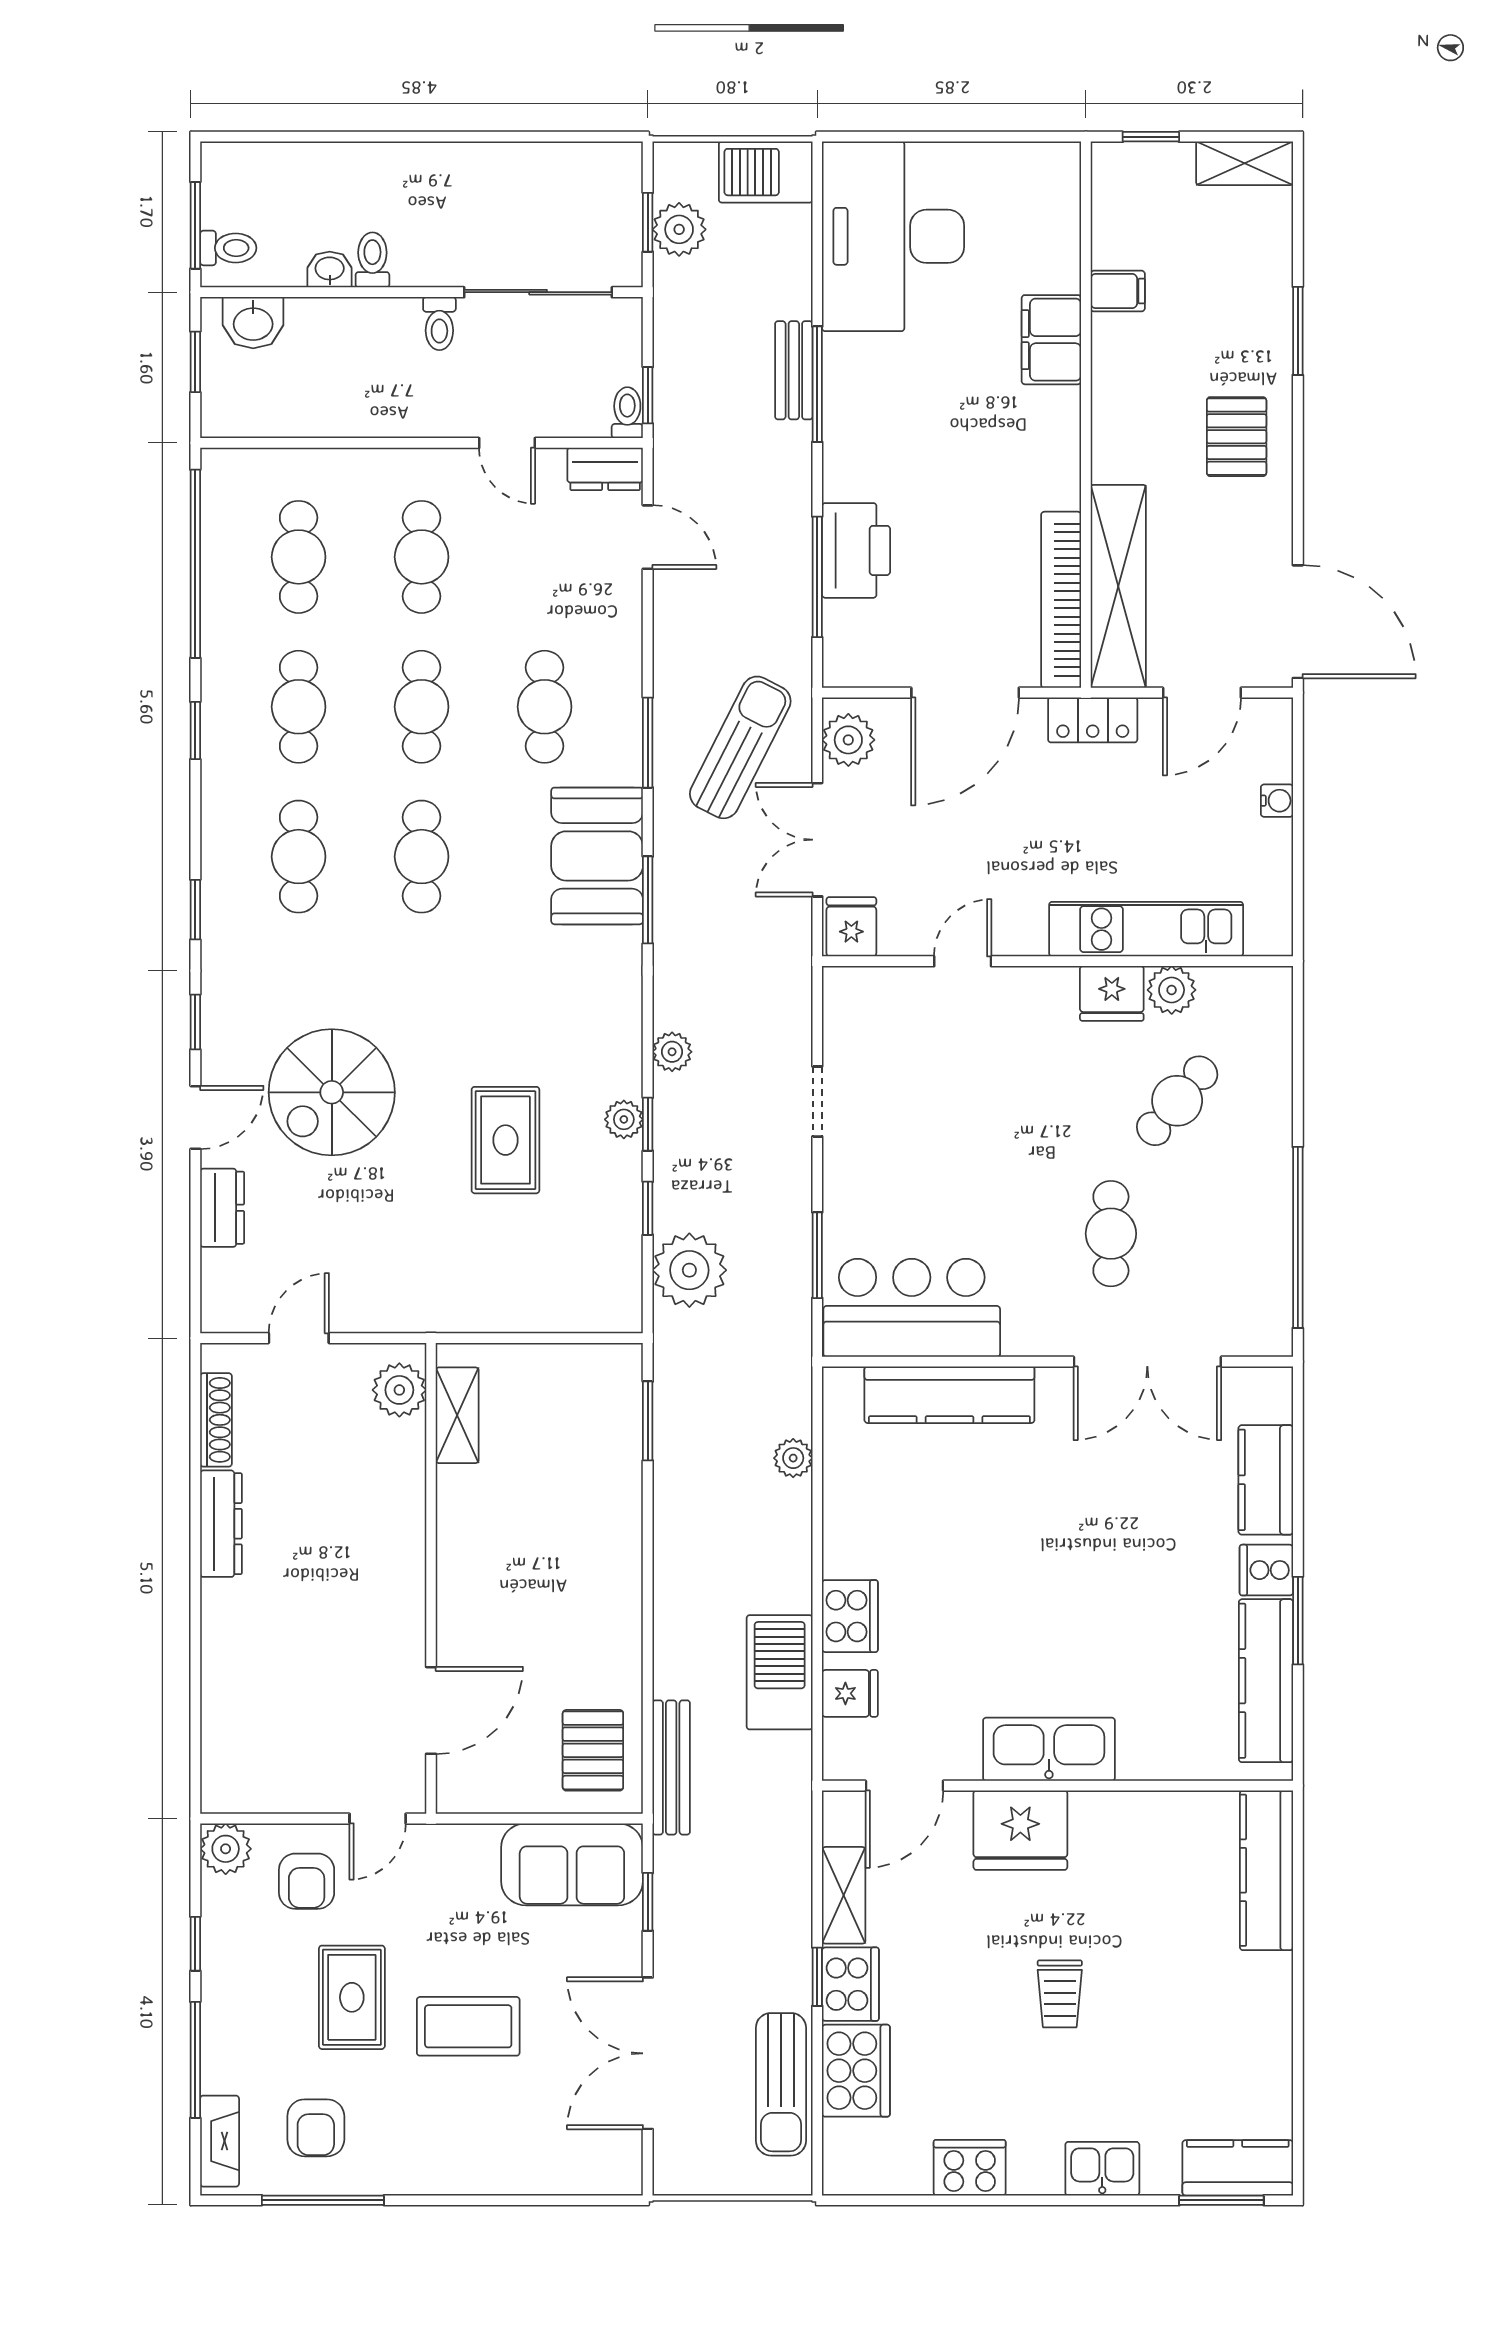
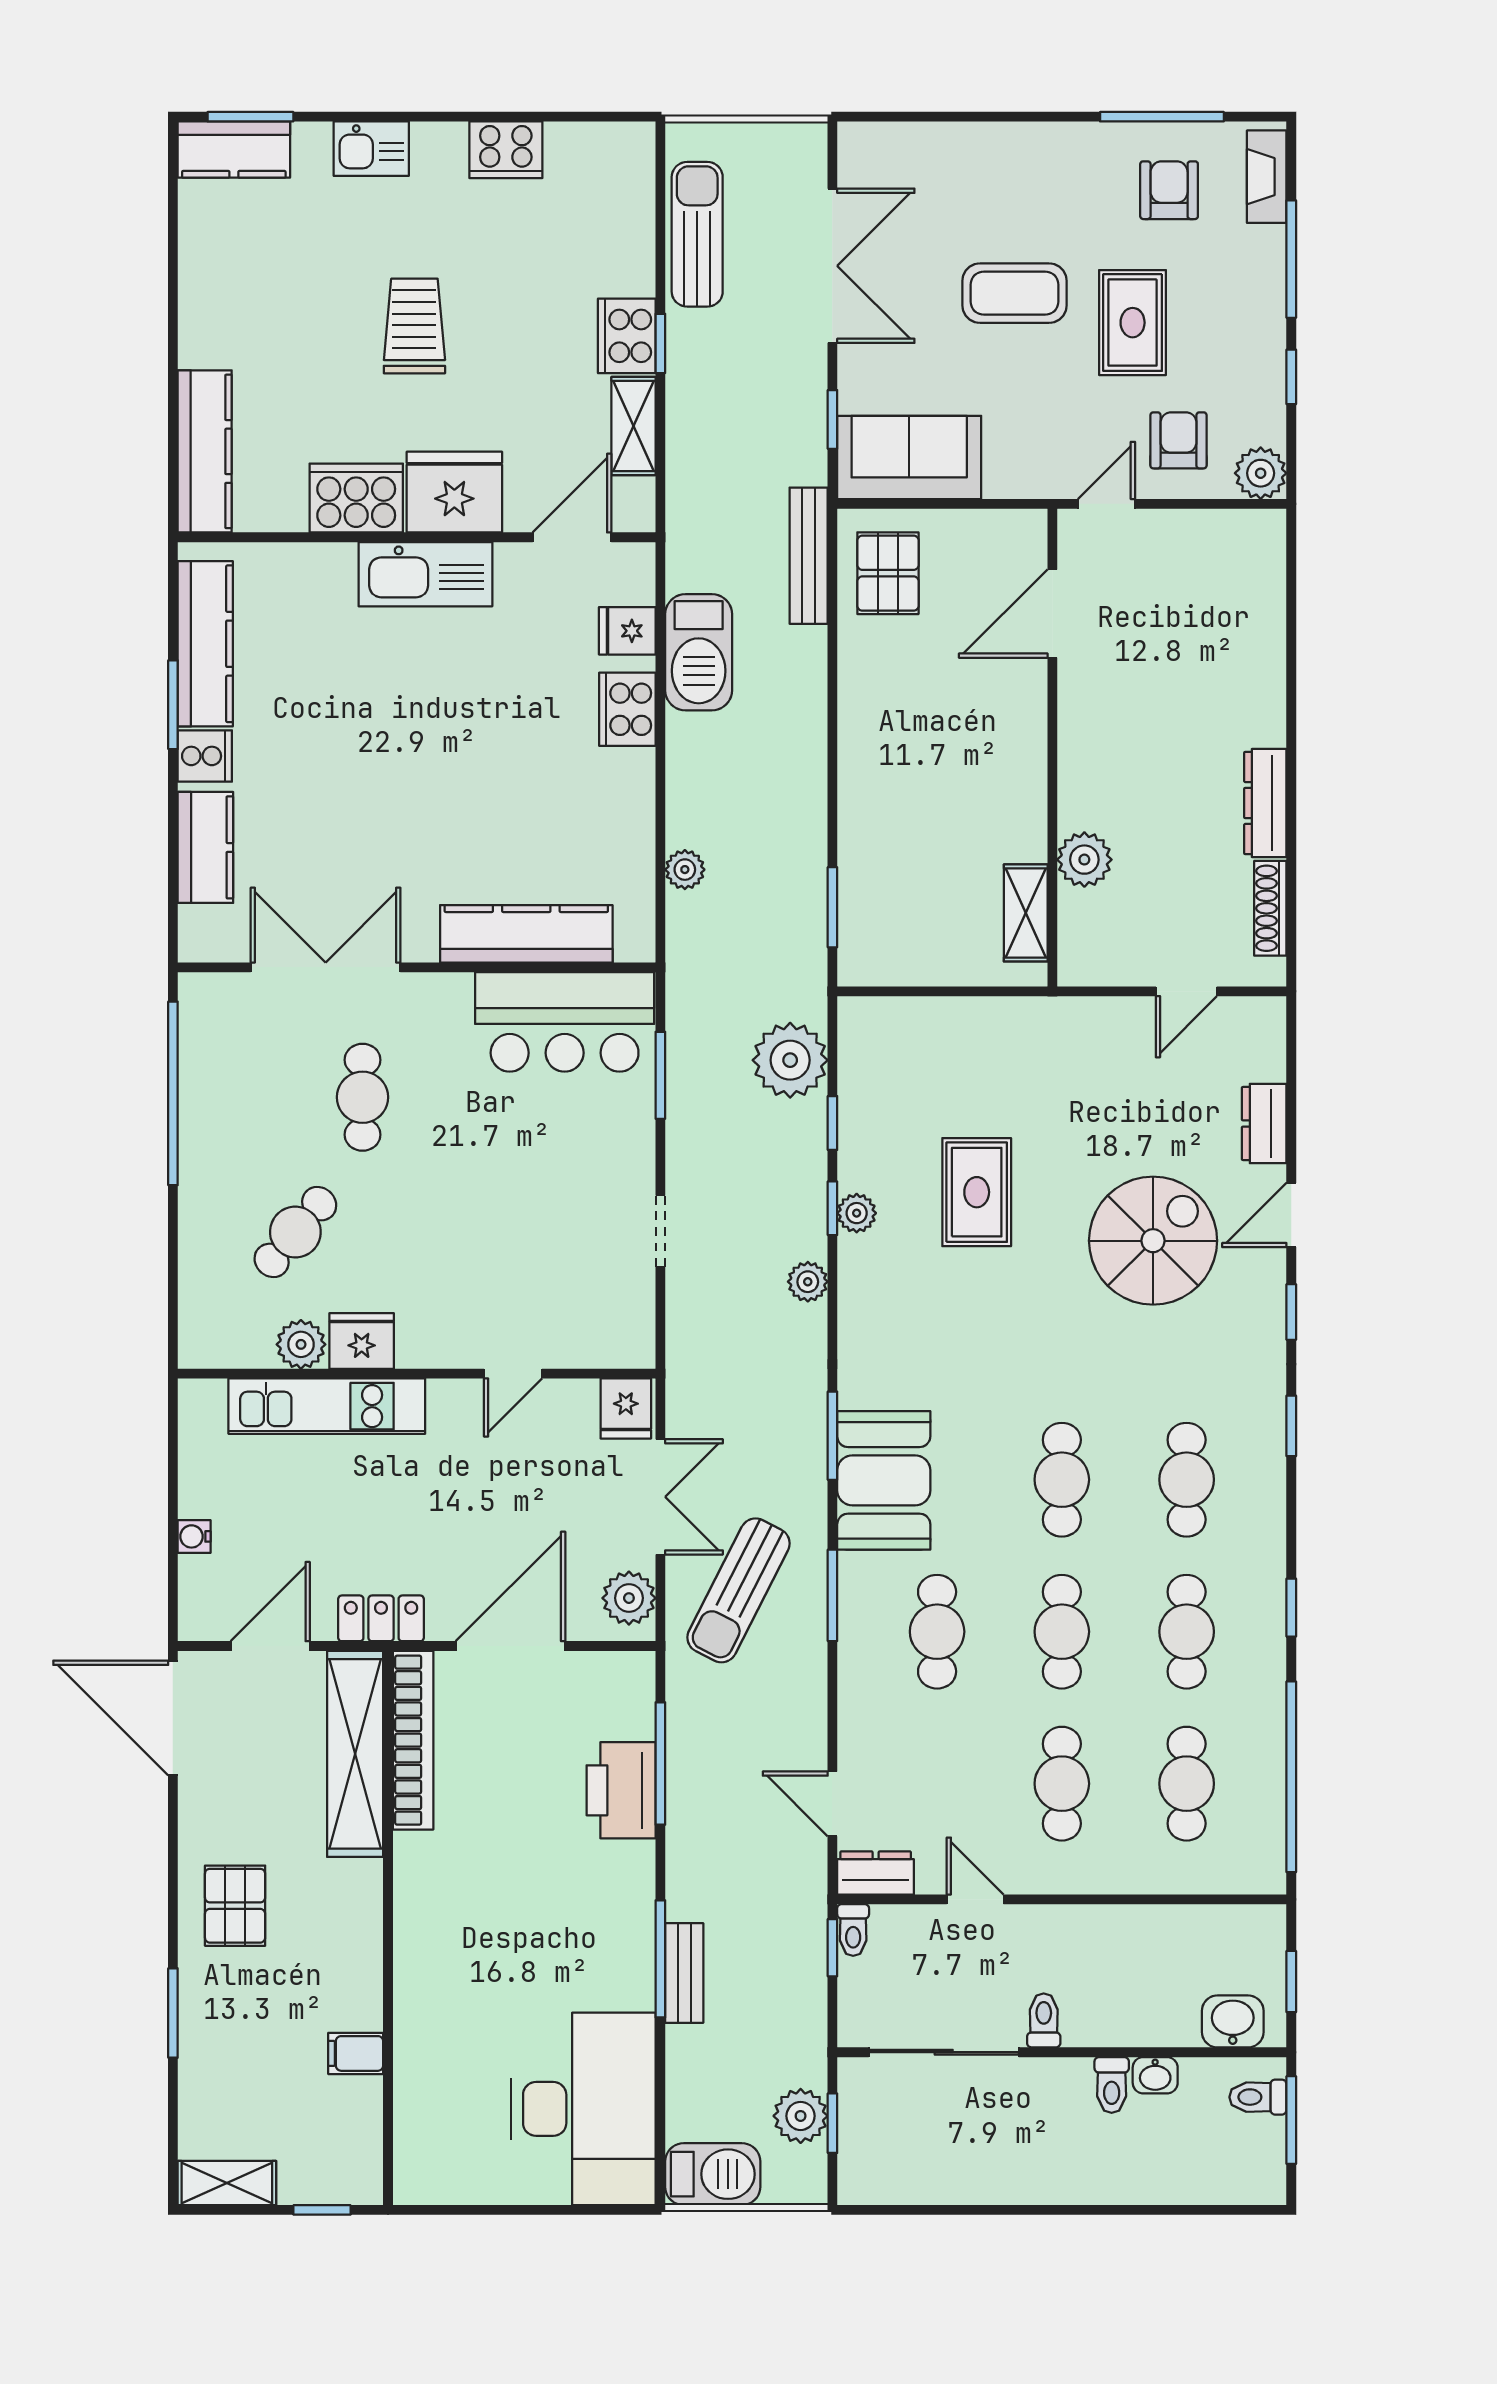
filing cabinet: (1051, 340) -> (423, 2004), removed
plant: (399, 1390) -> (1084, 860), moved
trolley: (1060, 1994) -> (414, 326), width x1.36, depth x1.39
cooker: (856, 2071) -> (356, 498), moved, turned 90

